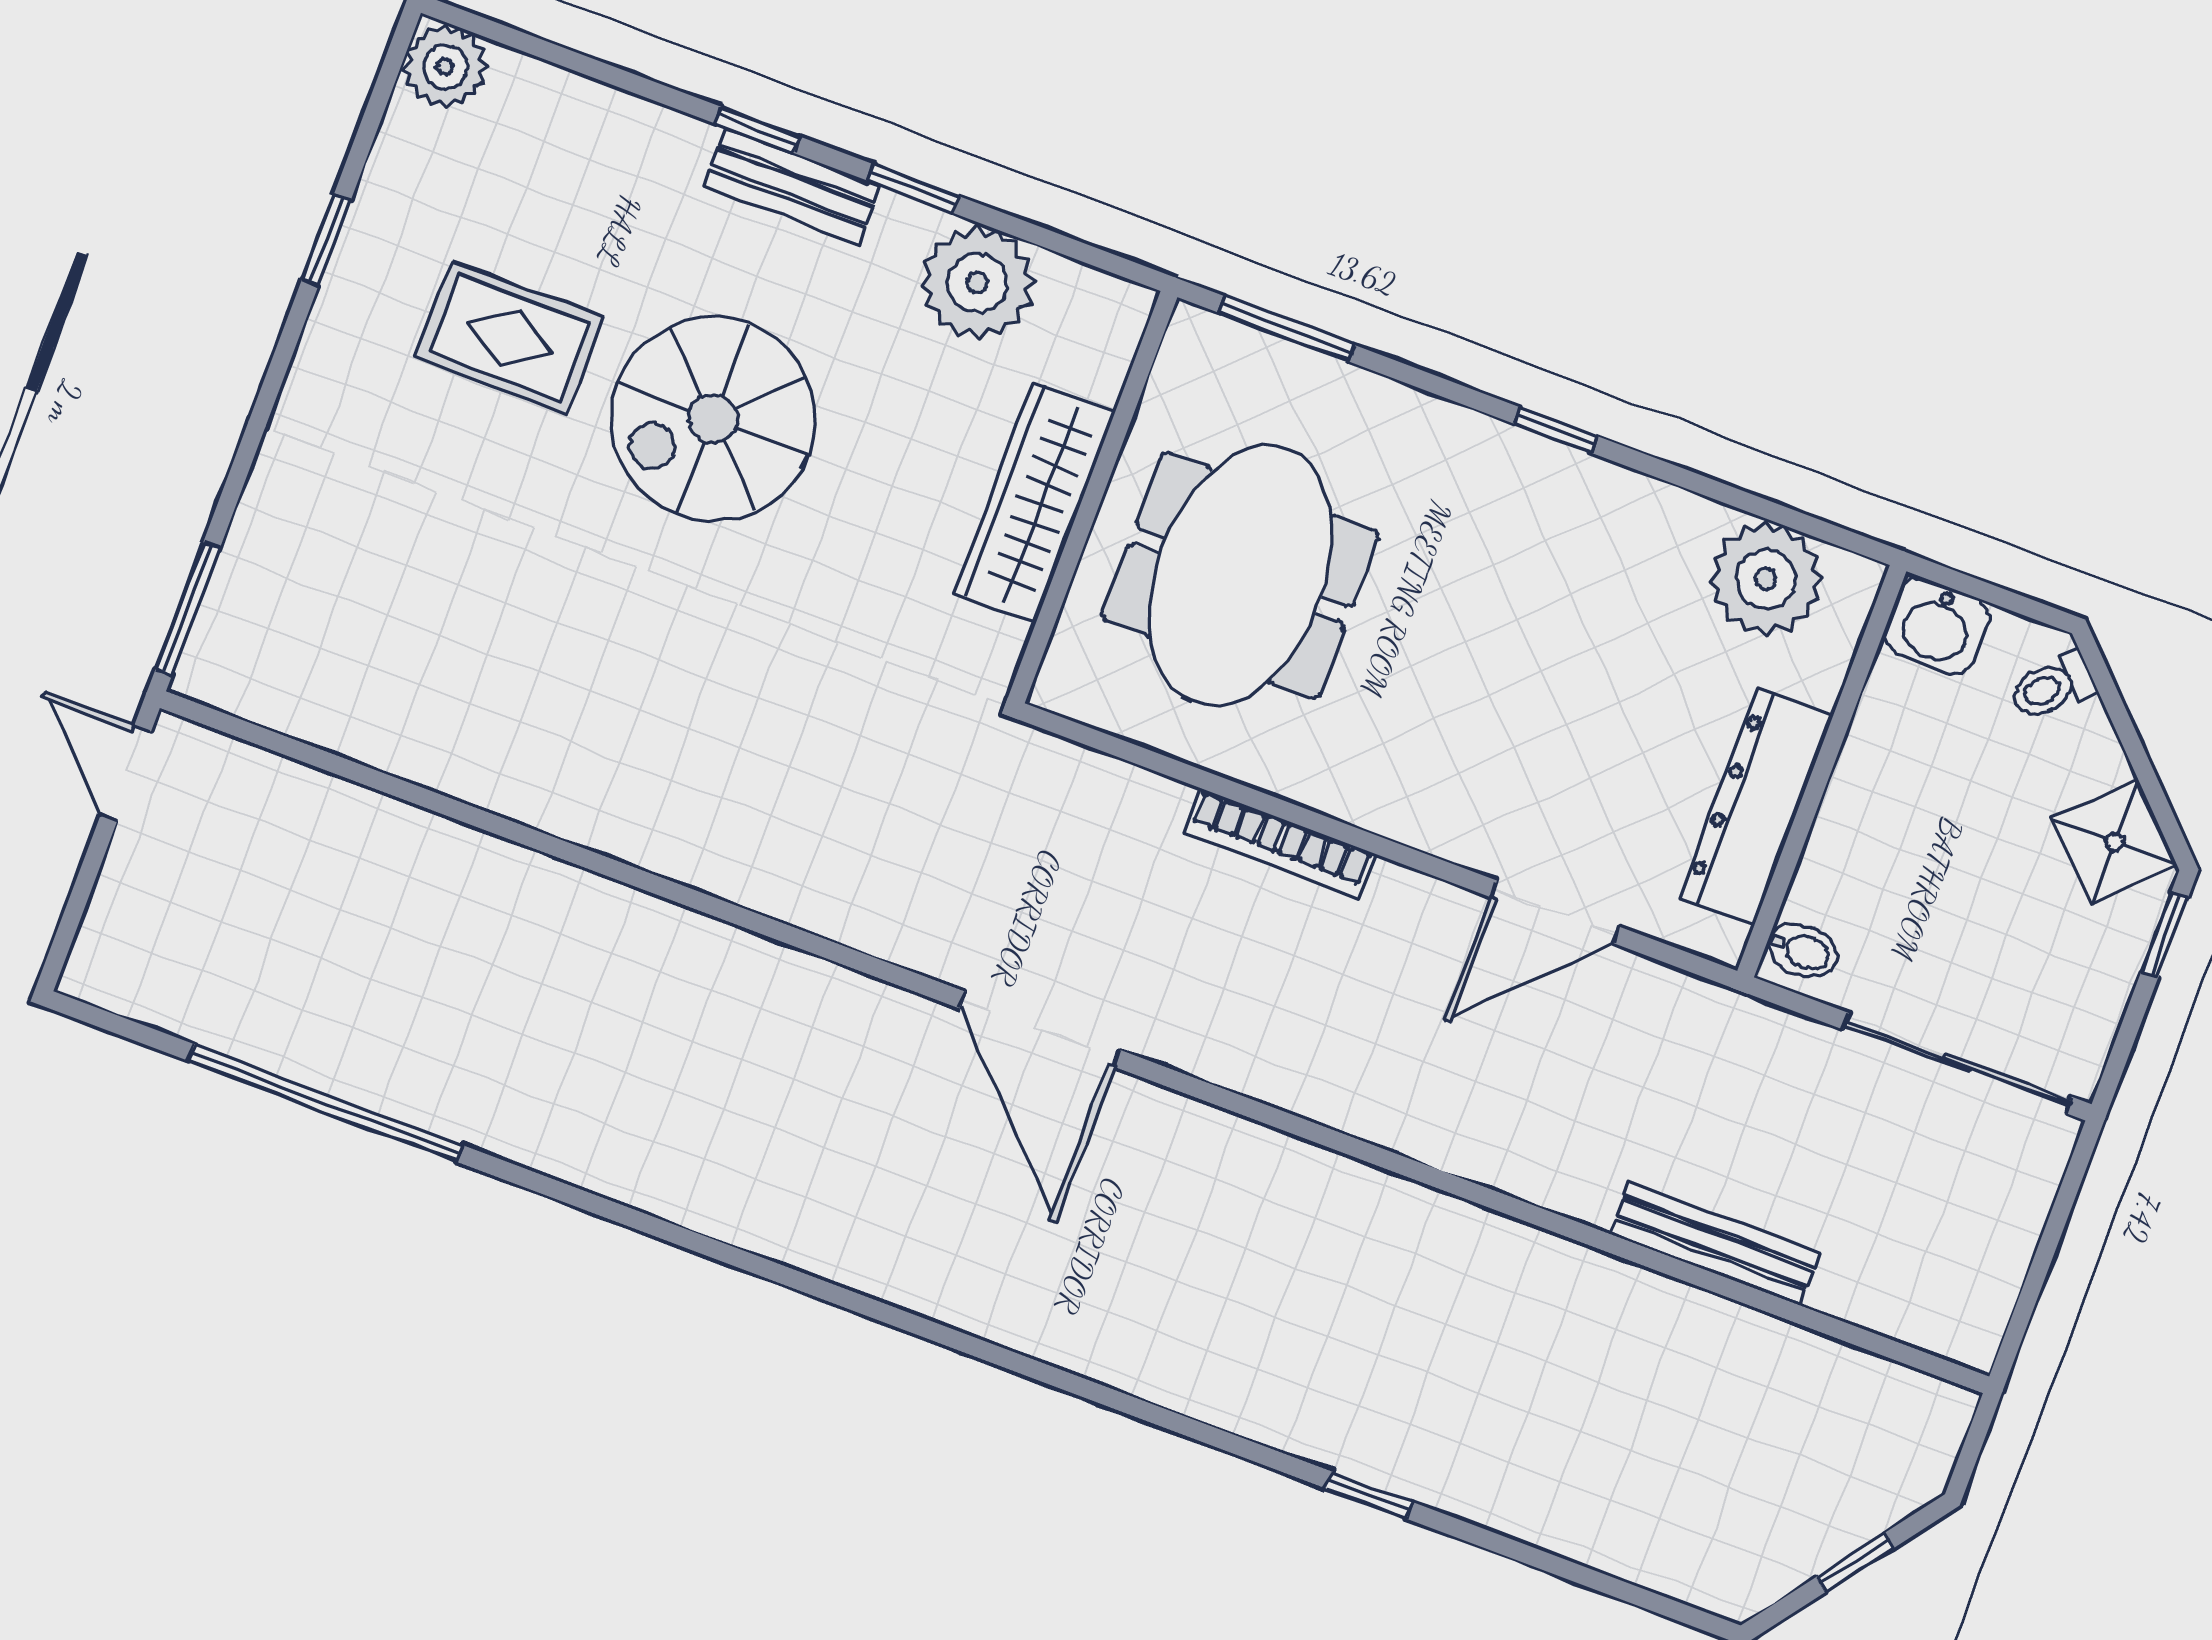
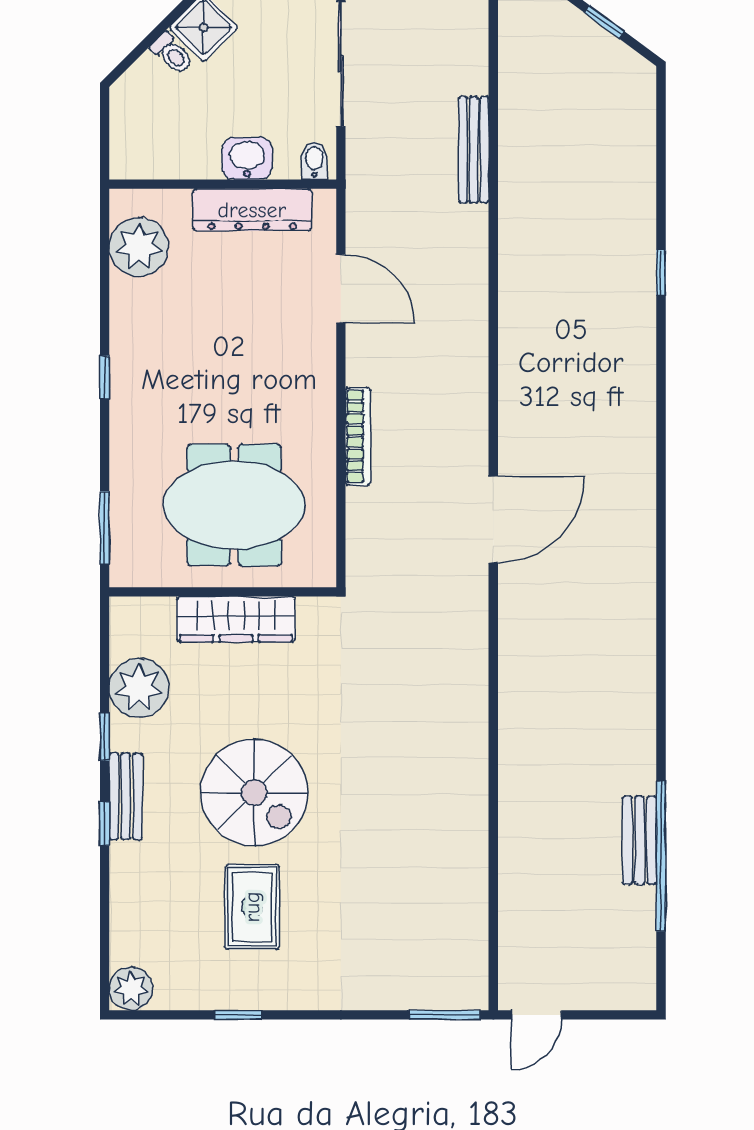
washbasin: (1937, 626) -> (247, 158), moved, turned -90
toilet: (2052, 686) -> (172, 53), moved
bench: (368, 1075) -> (640, 840), added

